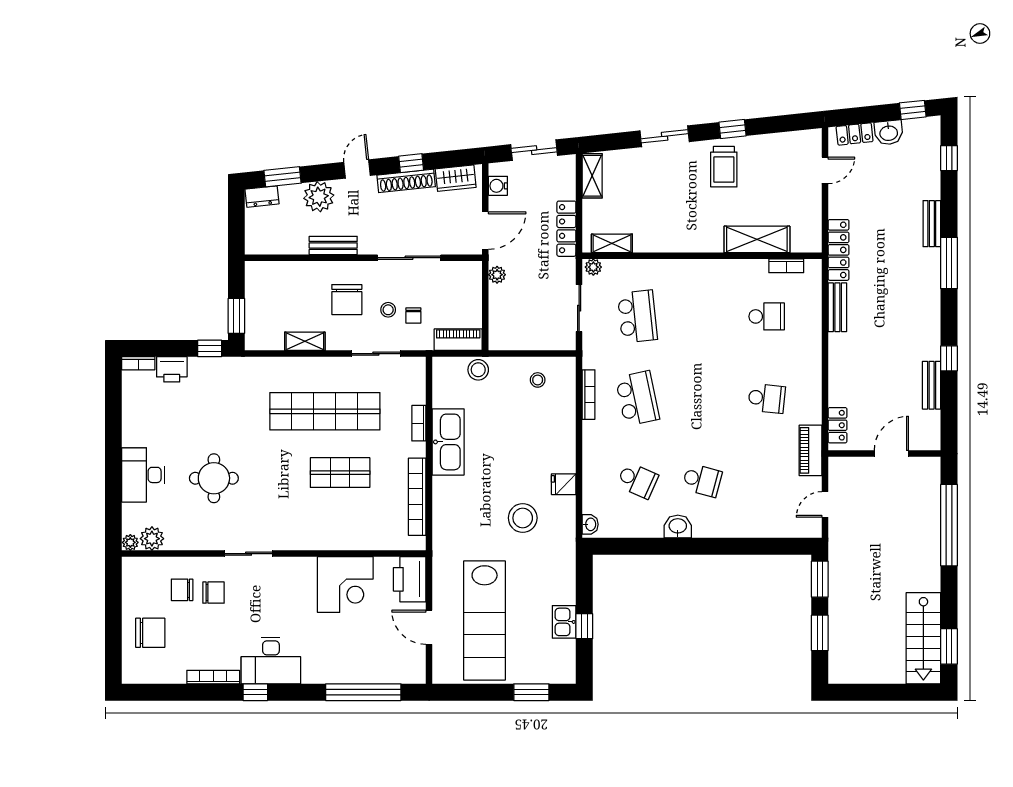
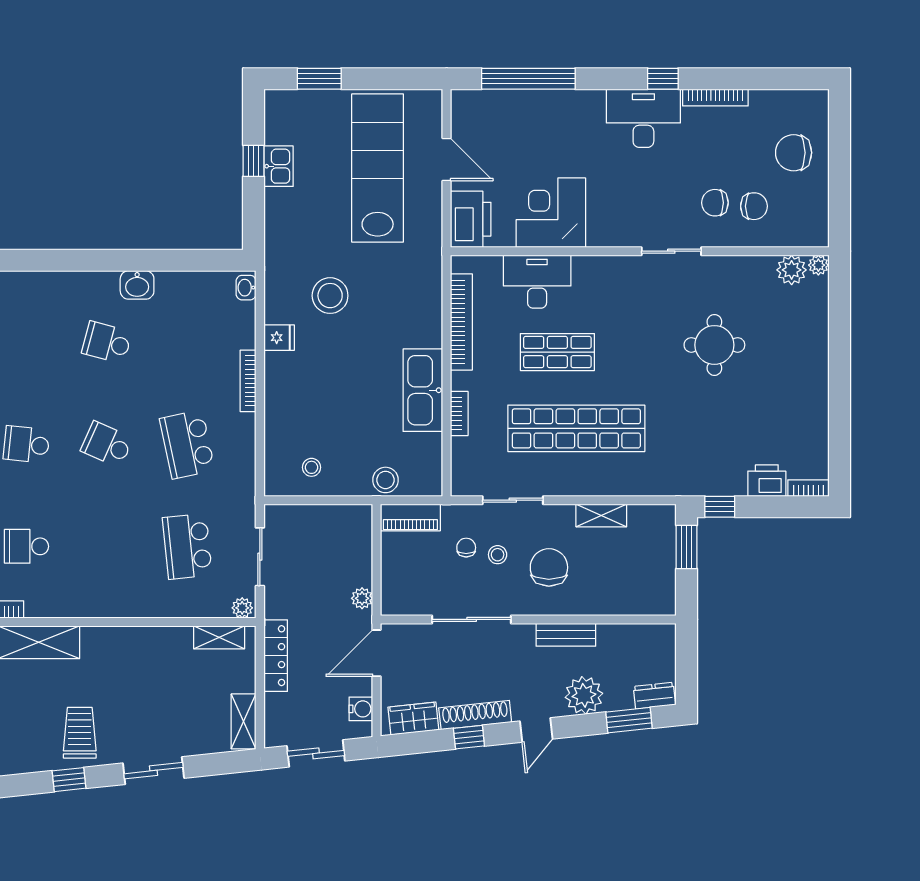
bookcase: (589, 395) -> (248, 381), moved
desk: (143, 475) -> (537, 282), moved, turned -90
school desk: (637, 480) -> (107, 444), moved

